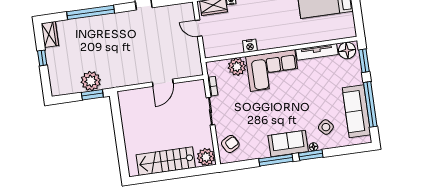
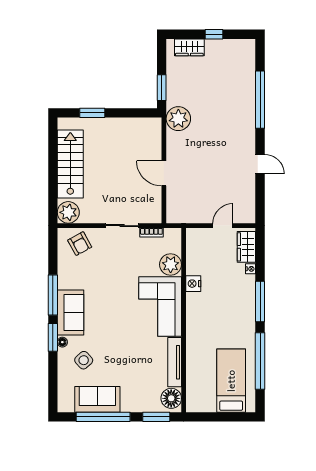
wardrobe: (50, 34) -> (189, 47), moved
plant: (91, 81) -> (178, 119), moved
sofa: (357, 111) -> (97, 399), width x0.73
window: (121, 149) -> (92, 113), added

